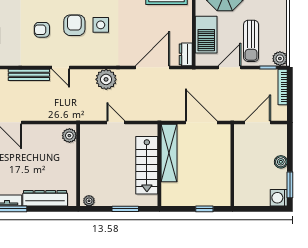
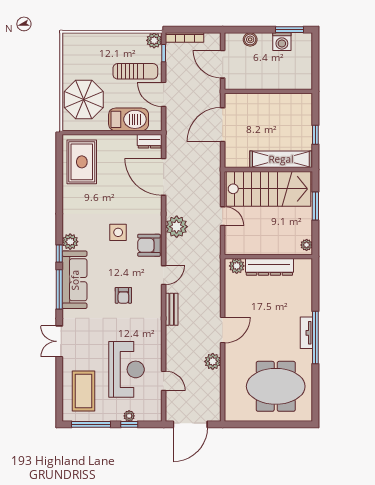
armchair: (74, 25) -> (149, 245), moved
bench: (29, 75) -> (172, 309), width x0.73
door: (116, 122) -> (223, 216), swing flipped
shelving: (169, 153) -> (281, 159), moved
boiler: (281, 162) -> (250, 39), moved
stairs: (147, 165) -> (269, 189), width x1.36, depth x1.51
dresser: (45, 198) -> (269, 267), moved, turned -90
washing machine: (279, 198) -> (282, 42), moved
window: (204, 209) -> (315, 135), moved

